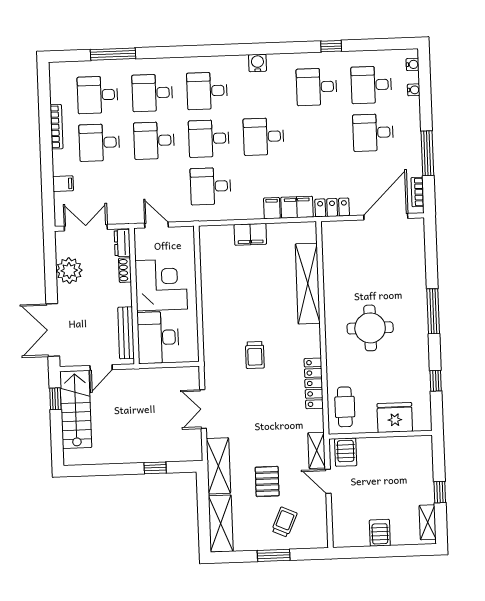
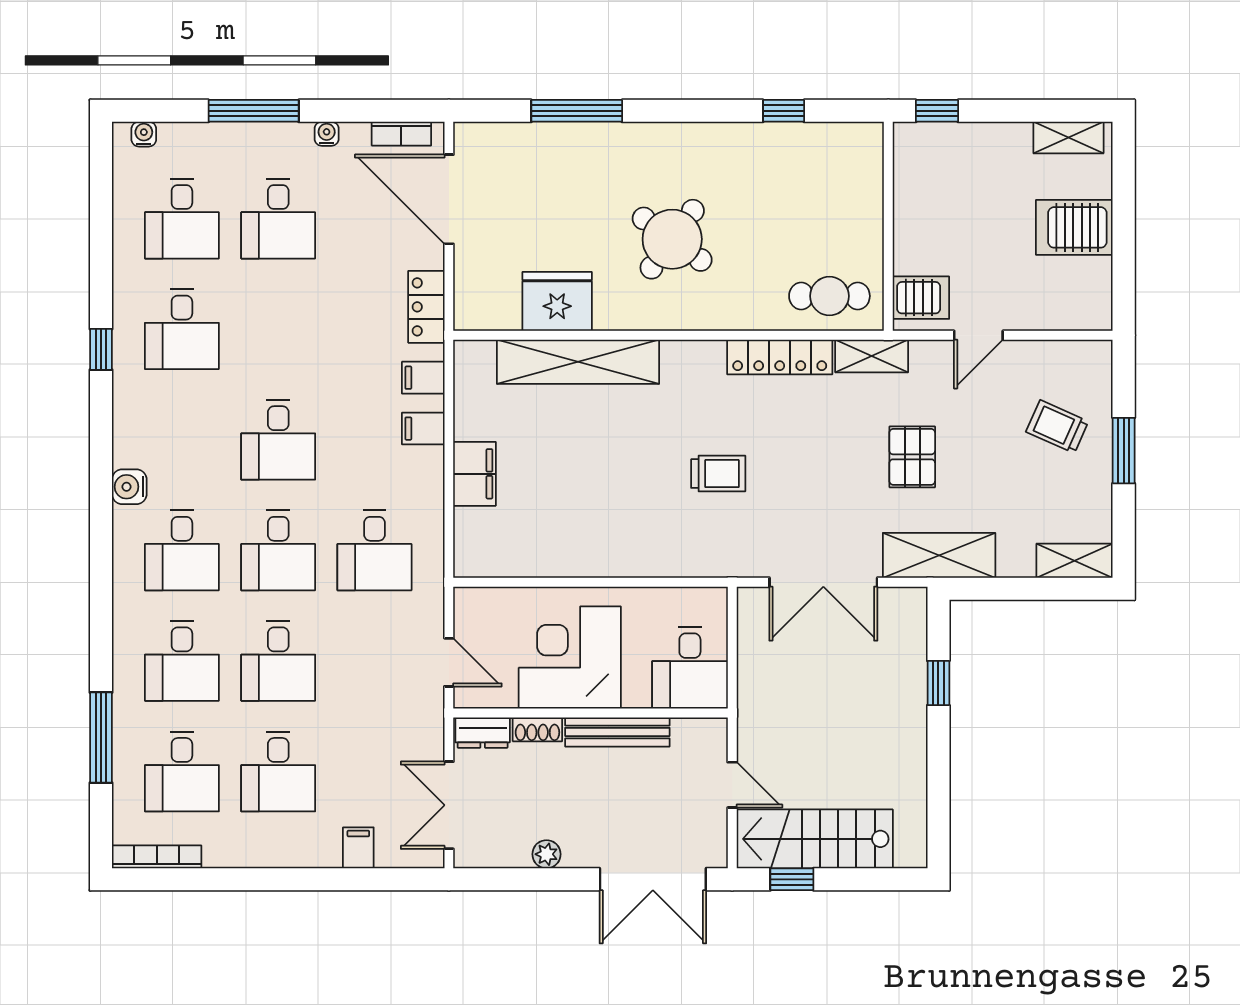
window: (331, 46) -> (101, 349), moved
water cooler: (257, 63) -> (129, 487), moved
water cooler: (414, 90) -> (327, 134), moved
bookcase: (56, 127) -> (157, 857), moved
window: (427, 153) -> (254, 111), moved
filing cabinet: (297, 207) -> (423, 378), width x0.50
door: (157, 225) -> (449, 662), swing flipped
plant: (69, 271) -> (546, 854), width x0.53, depth x0.53
window: (433, 311) -> (577, 111), moved
round table: (370, 328) -> (672, 239), turned 36
bench: (126, 333) -> (617, 732), moved
desk: (158, 338) -> (690, 668), width x0.73
double door: (203, 409) -> (823, 582), width x1.37
fridge: (395, 417) -> (557, 301), moved, turned 90
shelving: (317, 450) -> (872, 356), moved
pallet: (267, 481) -> (912, 457), moved, turned 90
window: (440, 492) -> (937, 111), moved
shelving: (221, 523) -> (1075, 561), width x0.67, depth x0.75
server rack: (380, 533) -> (1074, 227), width x1.36, depth x1.44

